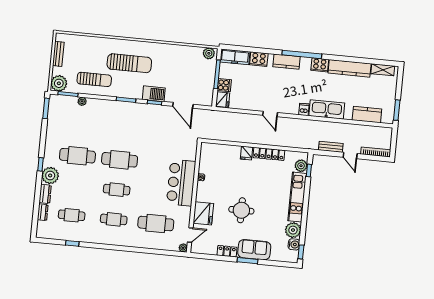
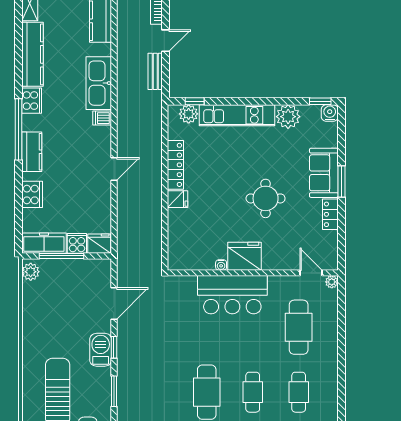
freezer: (235, 57) -> (44, 243), moved, turned -90
fridge: (203, 213) -> (245, 256), moved
water cooler: (294, 244) -> (330, 113), moved

